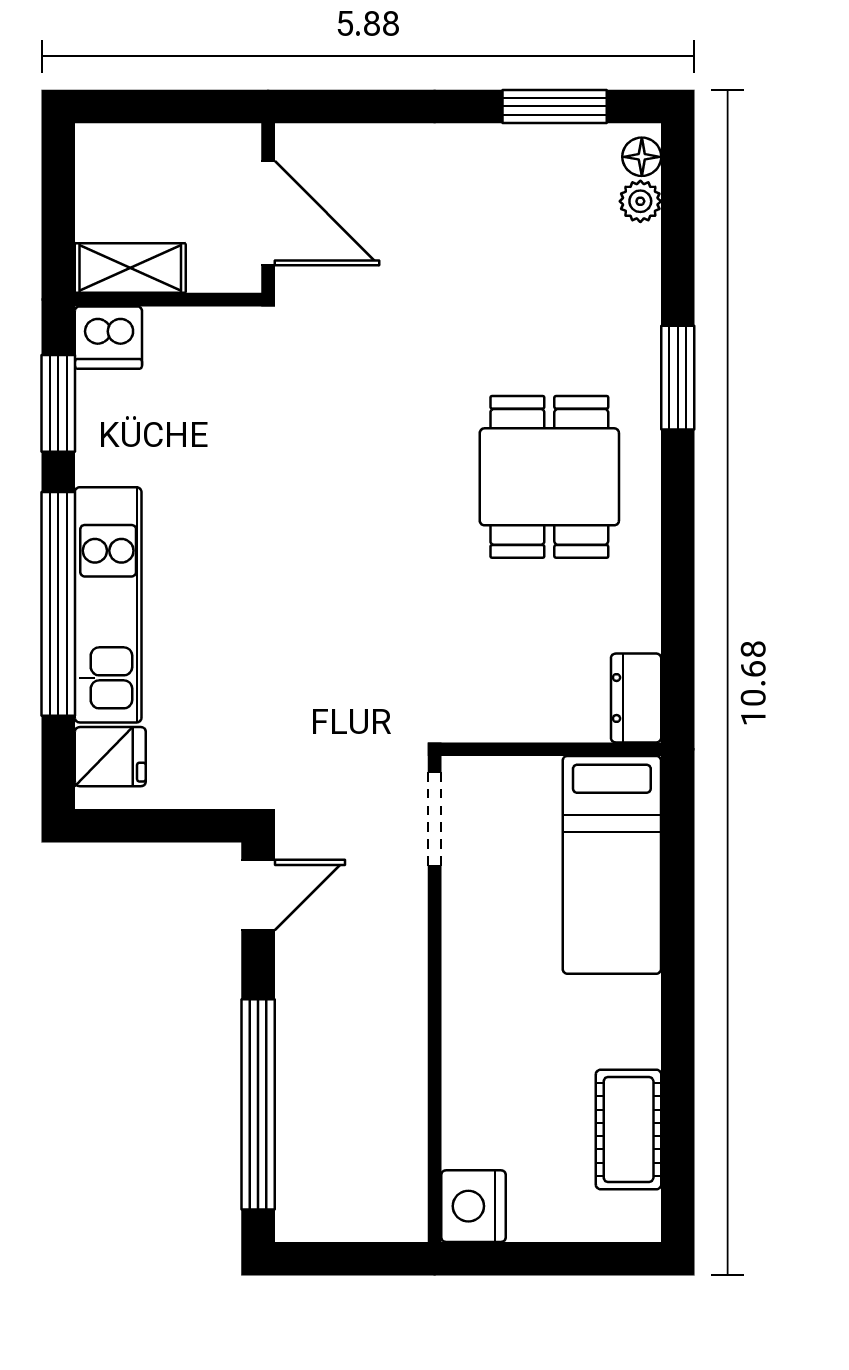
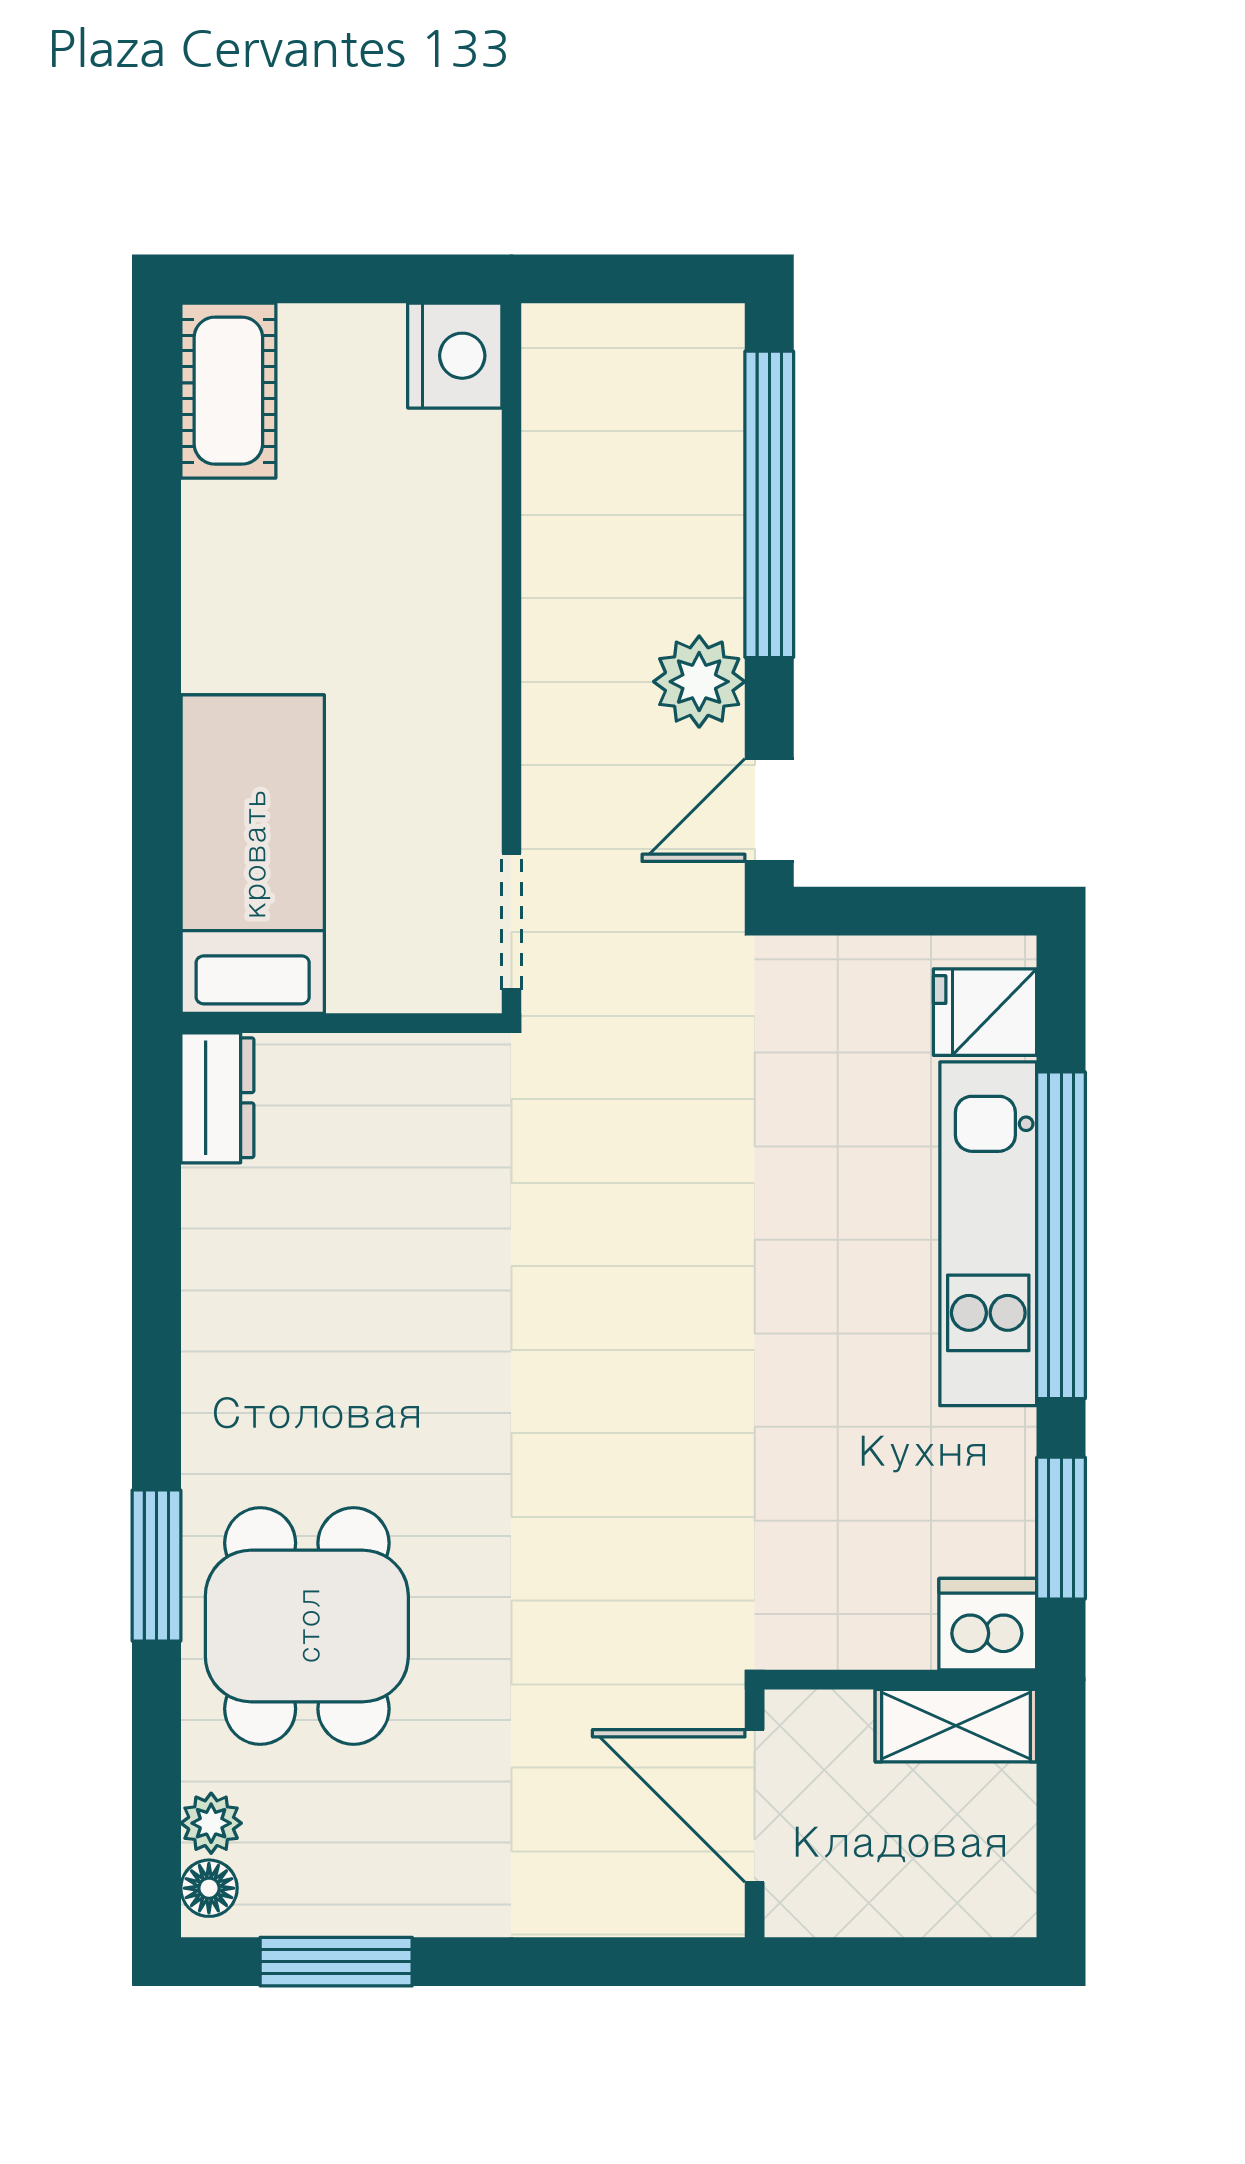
dining table: (549, 477) -> (307, 1626), moved
plant: (306, 983) -> (699, 682), added
cot: (629, 1130) -> (228, 391), moved

